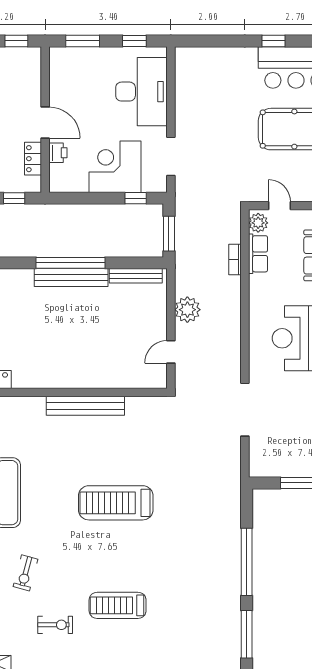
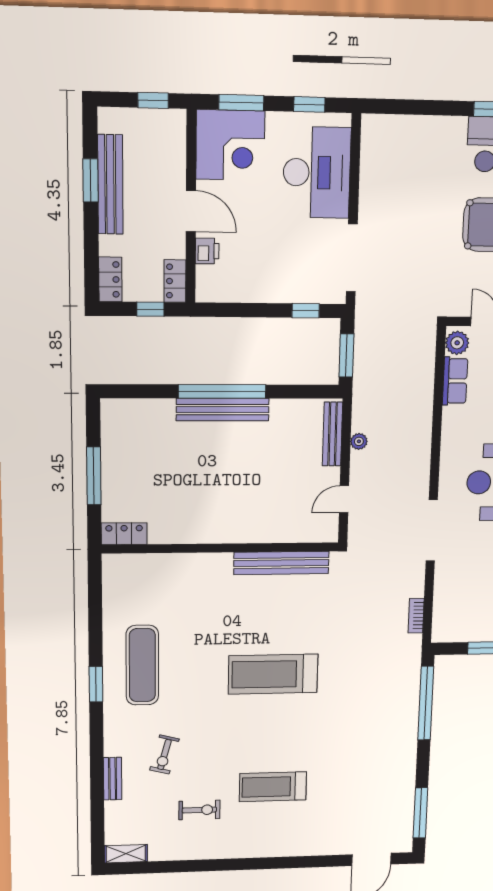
doorway: (171, 156) -> (352, 258), width x1.36
locker: (33, 159) -> (175, 281), moved
corner desk: (115, 167) -> (230, 145), moved, turned 180
bookcase: (235, 260) -> (416, 616), moved
bench: (136, 276) -> (333, 434), moved, turned 90
plant: (187, 310) -> (359, 441), width x0.53, depth x0.53
bench: (85, 406) -> (281, 563), moved
doorway: (245, 410) -> (432, 530), moved
window: (247, 562) -> (426, 703), moved

